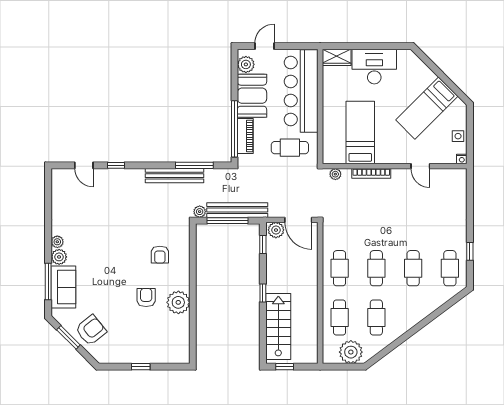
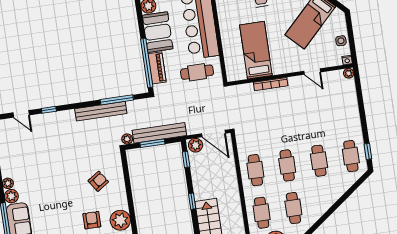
plant: (335, 174) -> (349, 73), moved
window: (227, 221) -> (152, 143), width x0.69
window: (470, 251) -> (368, 151), moved
armchair: (160, 255) -> (98, 181), turned -124

